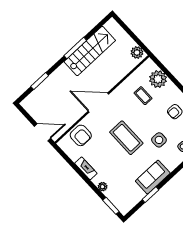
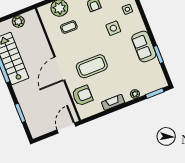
plant: (137, 53) -> (18, 22), moved
coffee table: (126, 138) -> (92, 66), moved

